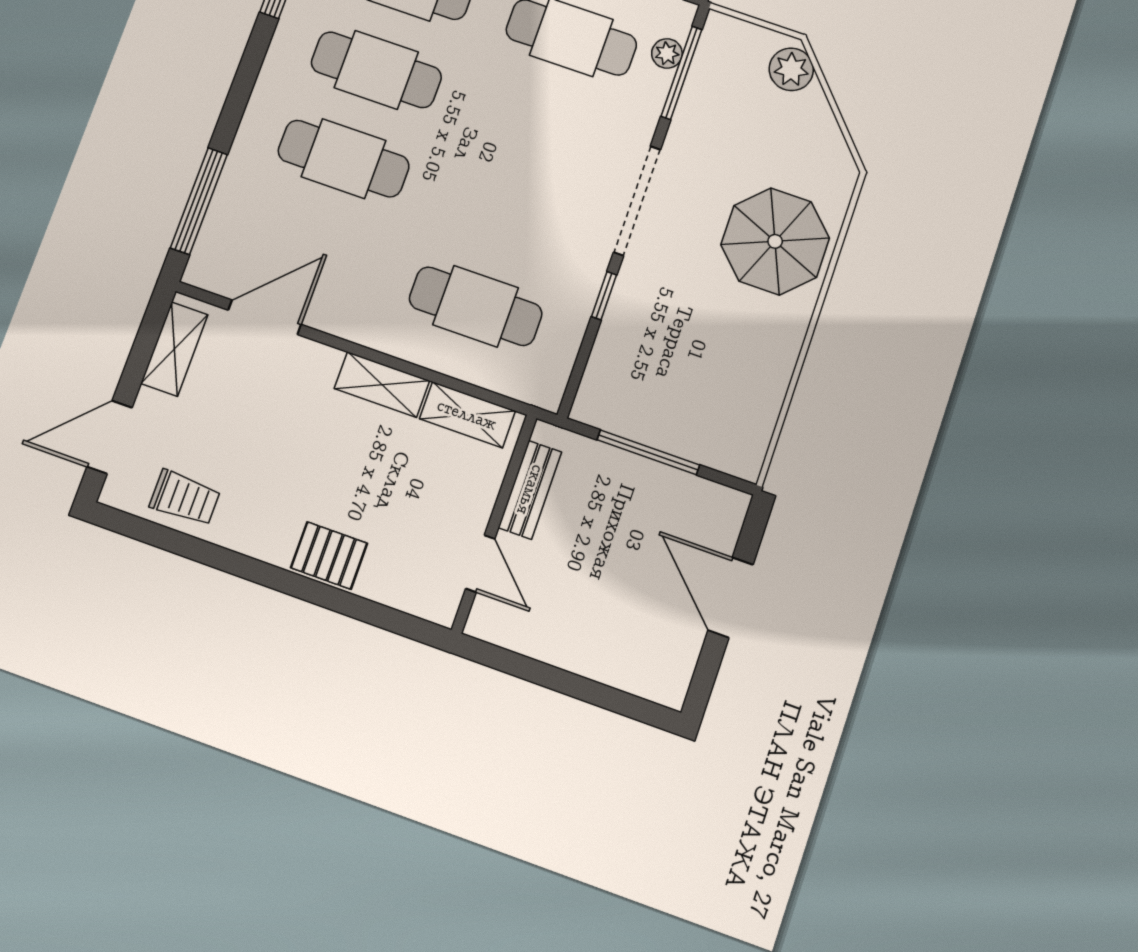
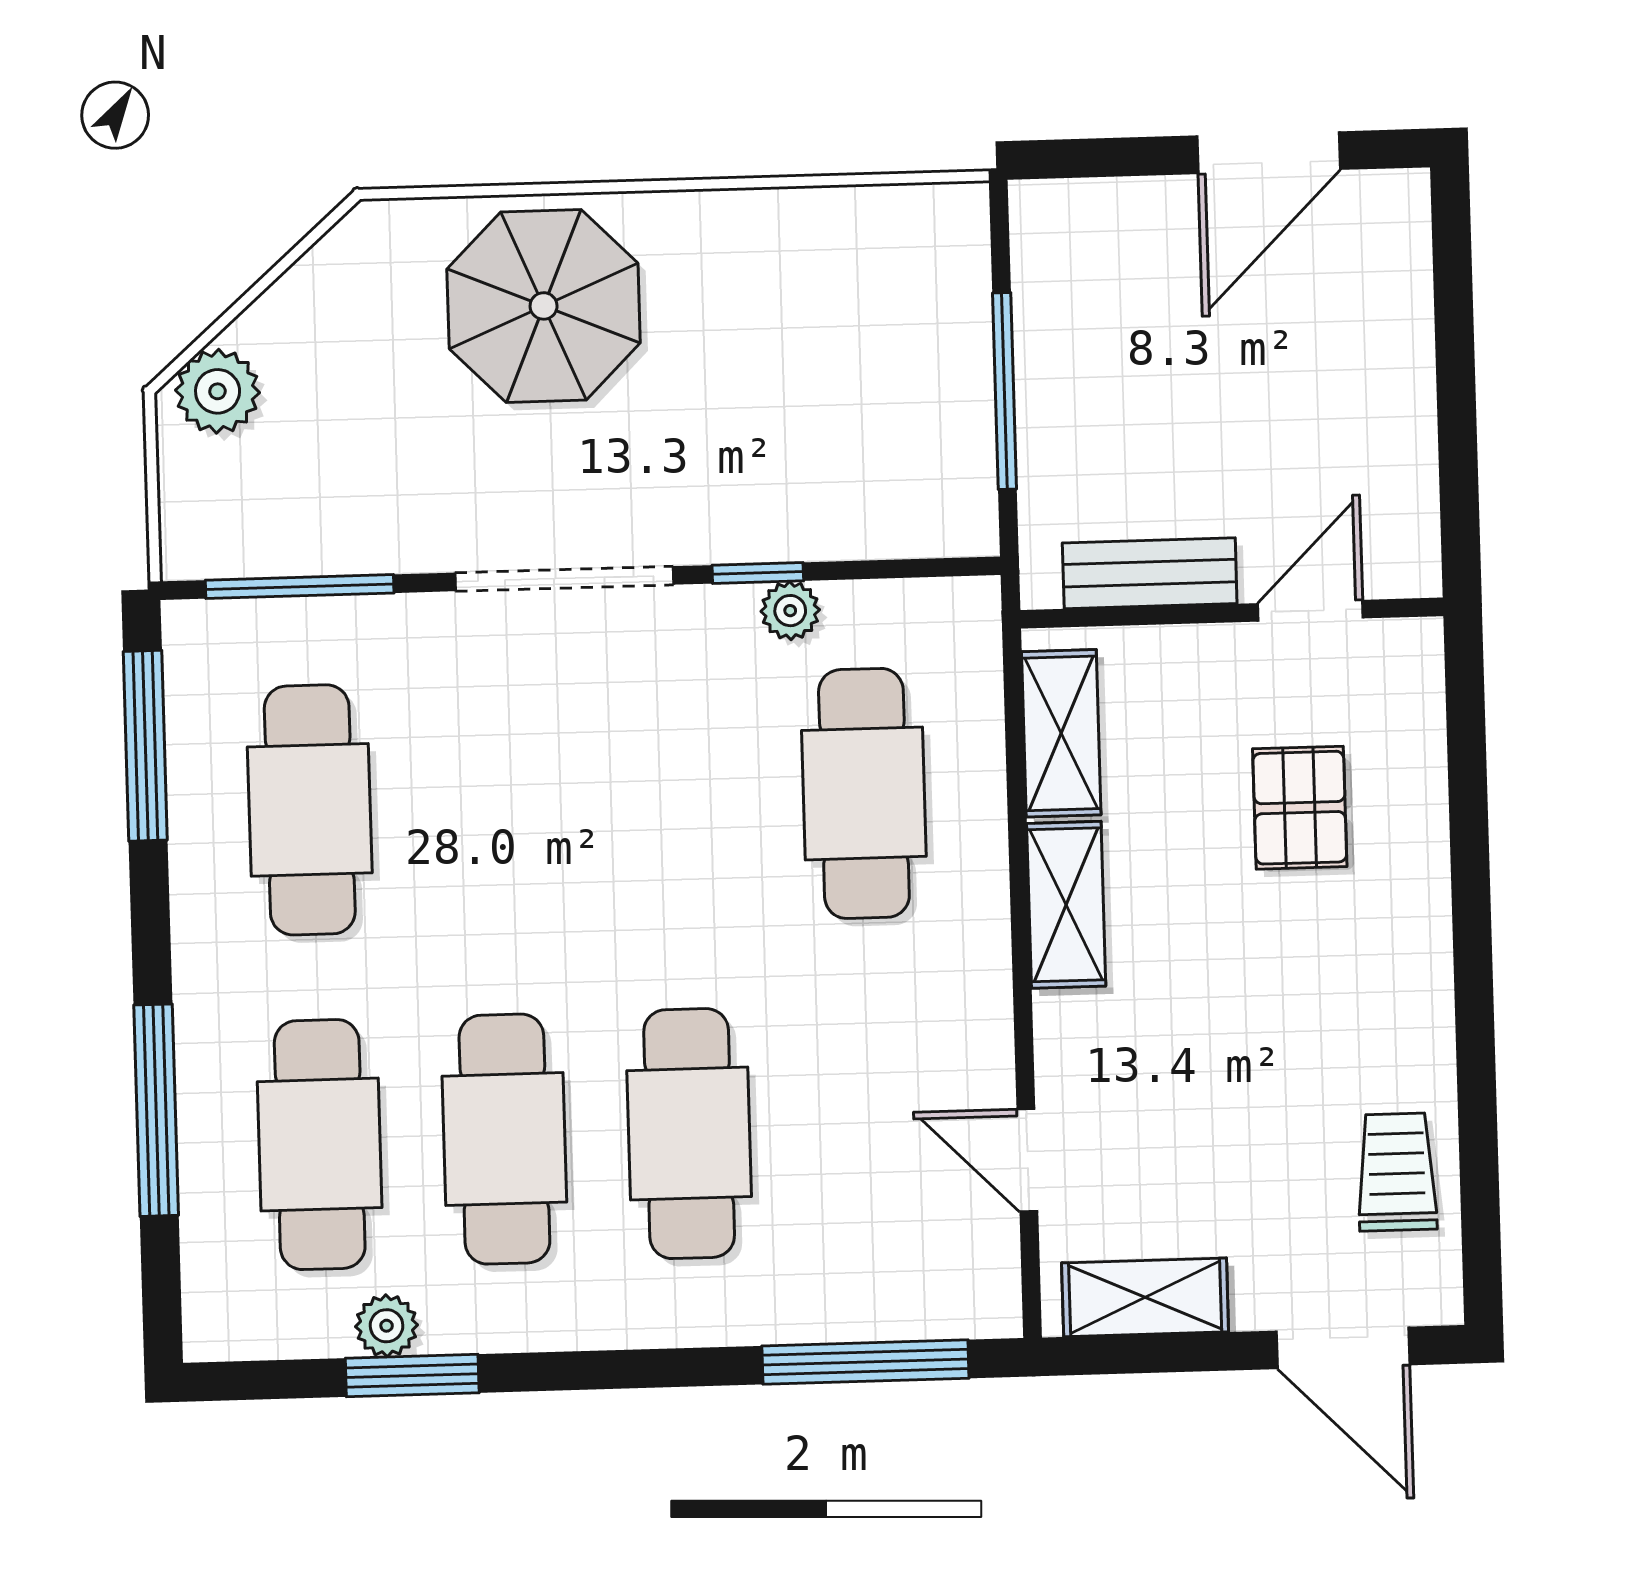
plant: (667, 53) -> (790, 611), moved
door: (265, 317) -> (1027, 1160), width x0.73
pallet: (329, 555) -> (1300, 808), moved
door: (731, 597) -> (1269, 153), moved

